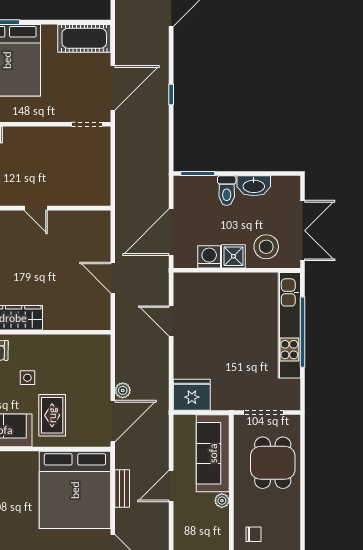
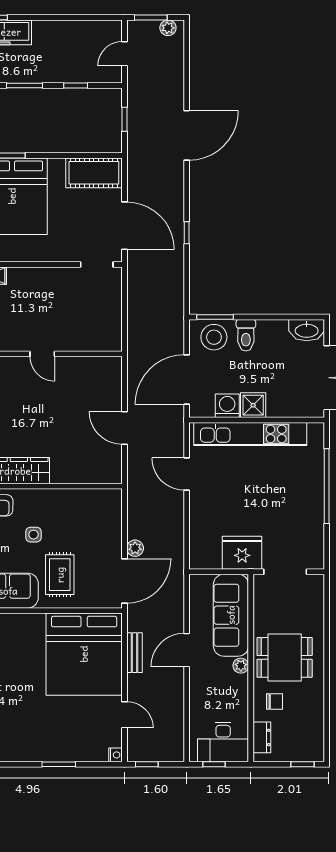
door: (113, 88) -> (124, 226), hinge flipped
washbasin: (254, 186) -> (307, 330), moved
stool: (266, 247) -> (214, 337), moved
kitchen unit: (289, 325) -> (250, 434), moved, turned -90
fridge: (192, 395) -> (242, 553), moved
dining table: (273, 463) -> (285, 657), moved, turned 90

